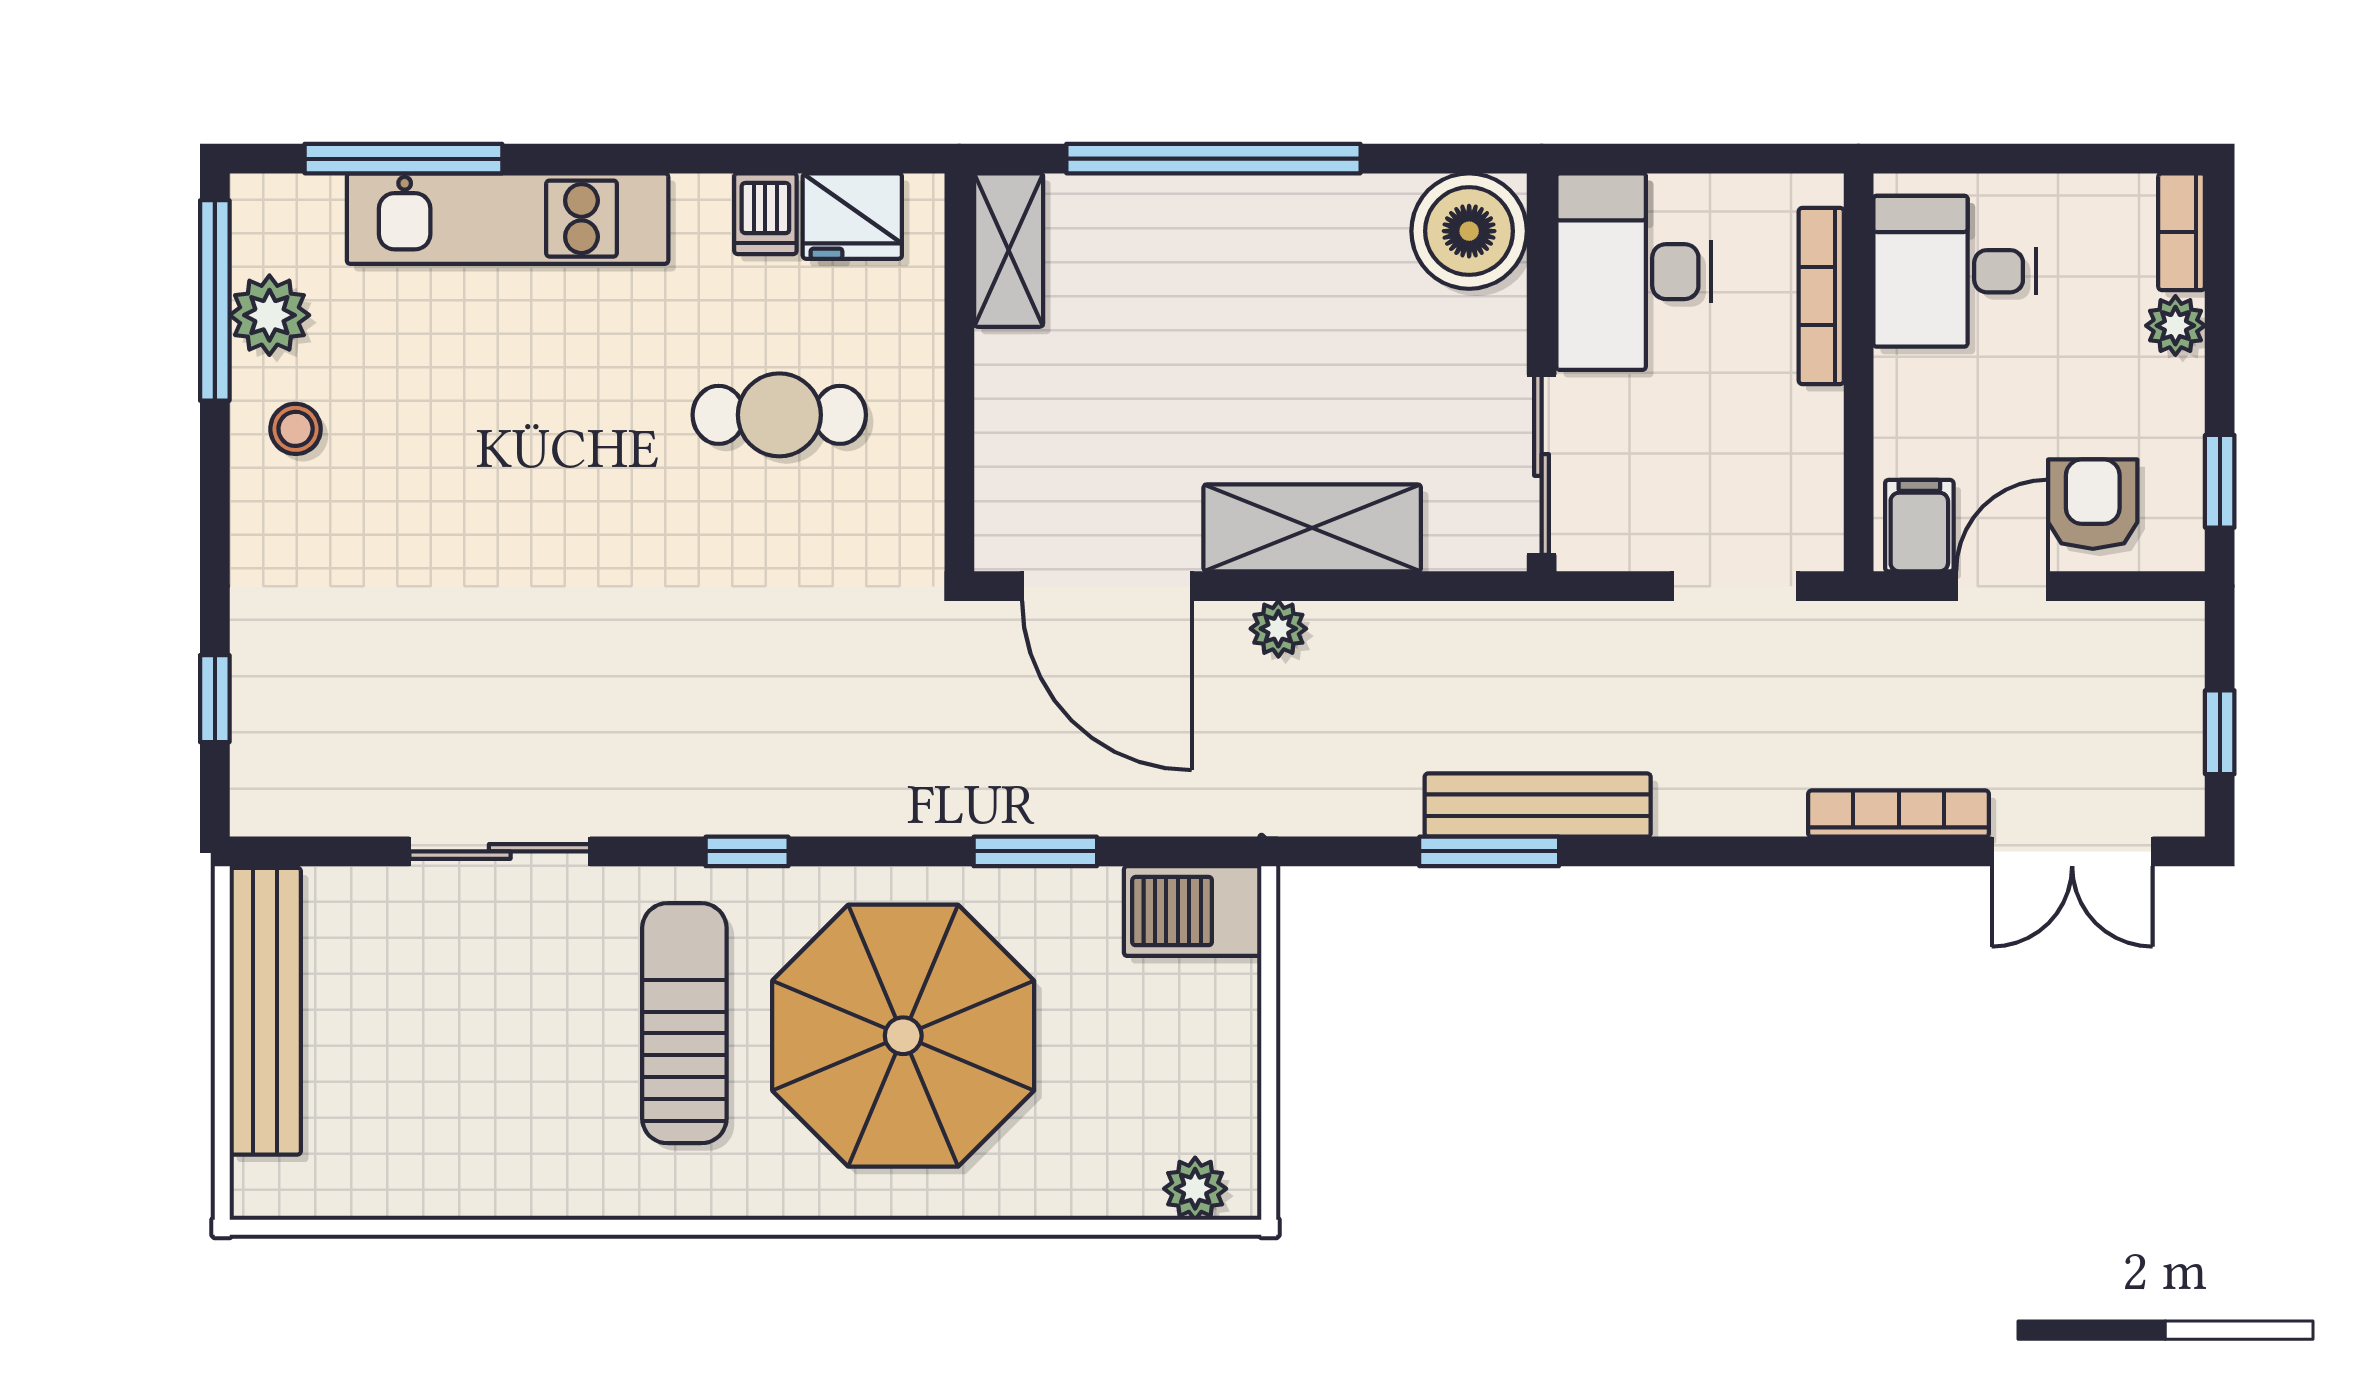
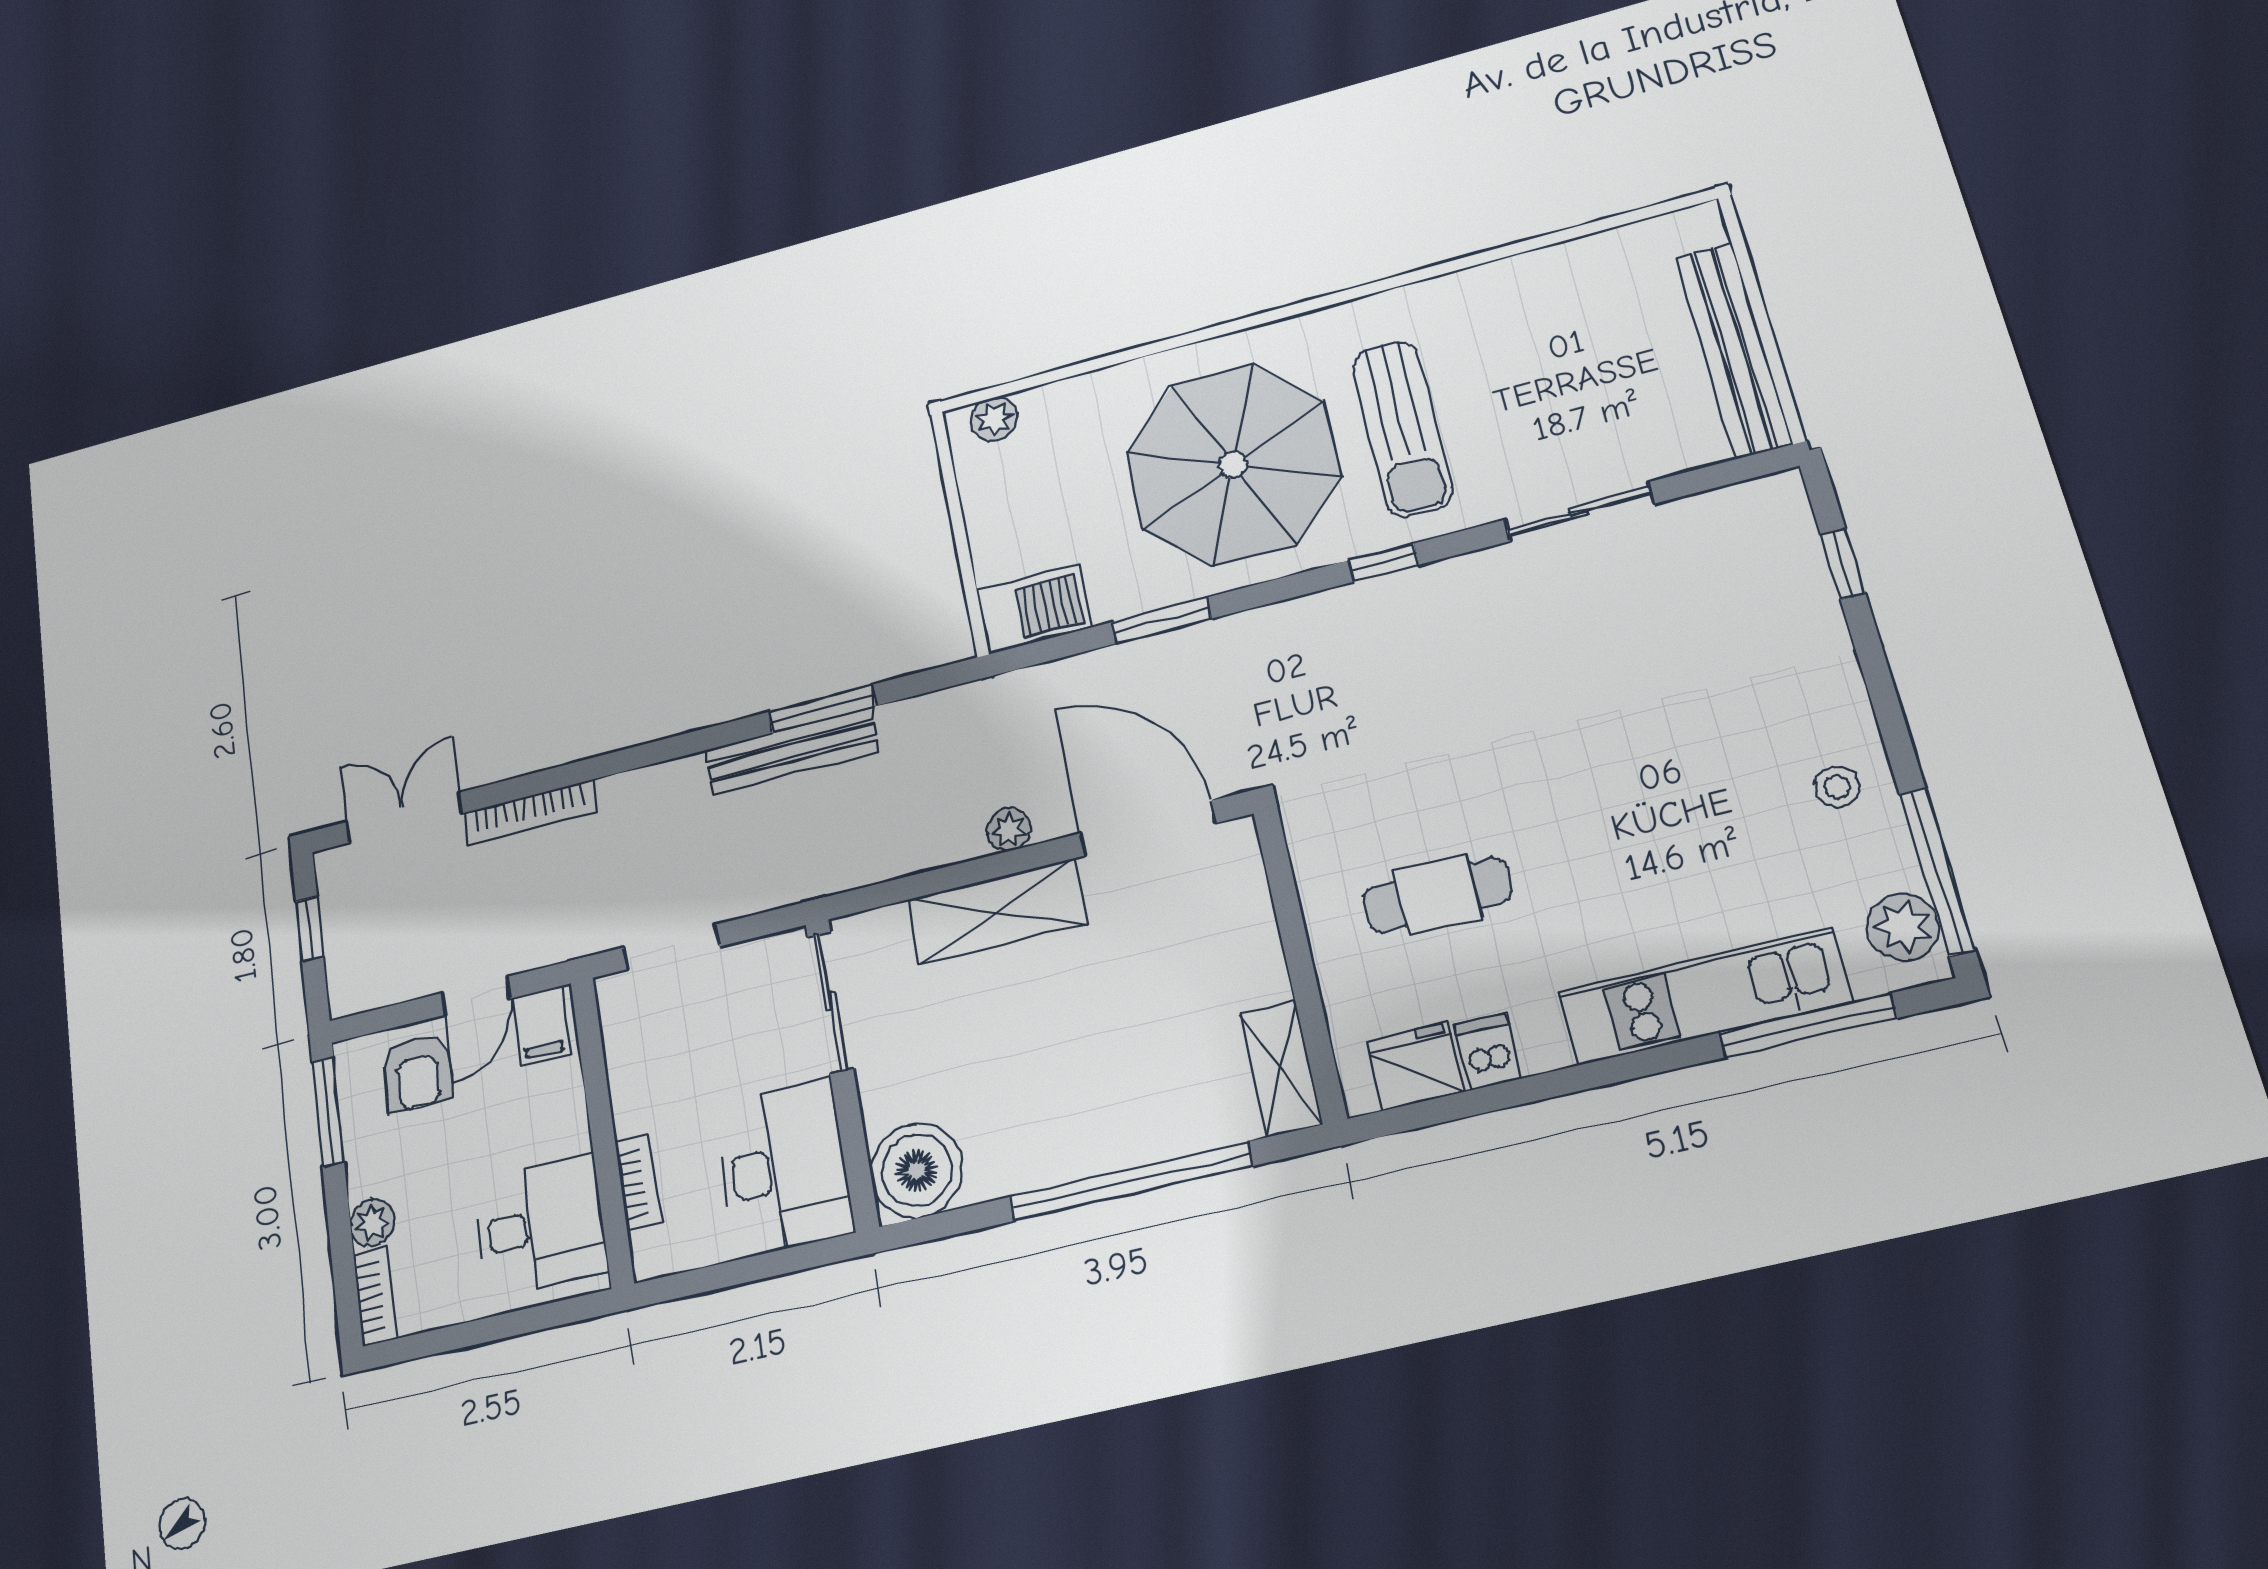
bookcase: (1821, 296) -> (638, 1183), width x0.64
plant: (269, 315) -> (1903, 927), moved
window: (2220, 481) -> (328, 1112), width x1.50

